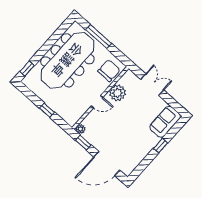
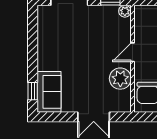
window: (161, 146) -> (33, 91), moved

